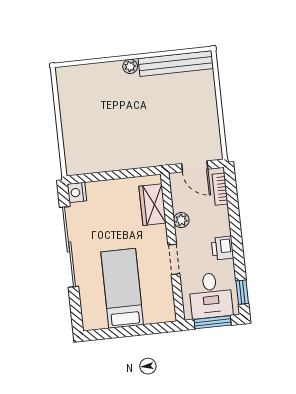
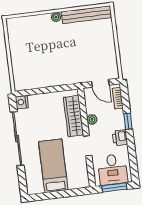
wardrobe: (153, 205) -> (73, 116), width x1.50
window: (242, 292) -> (128, 121), moved

